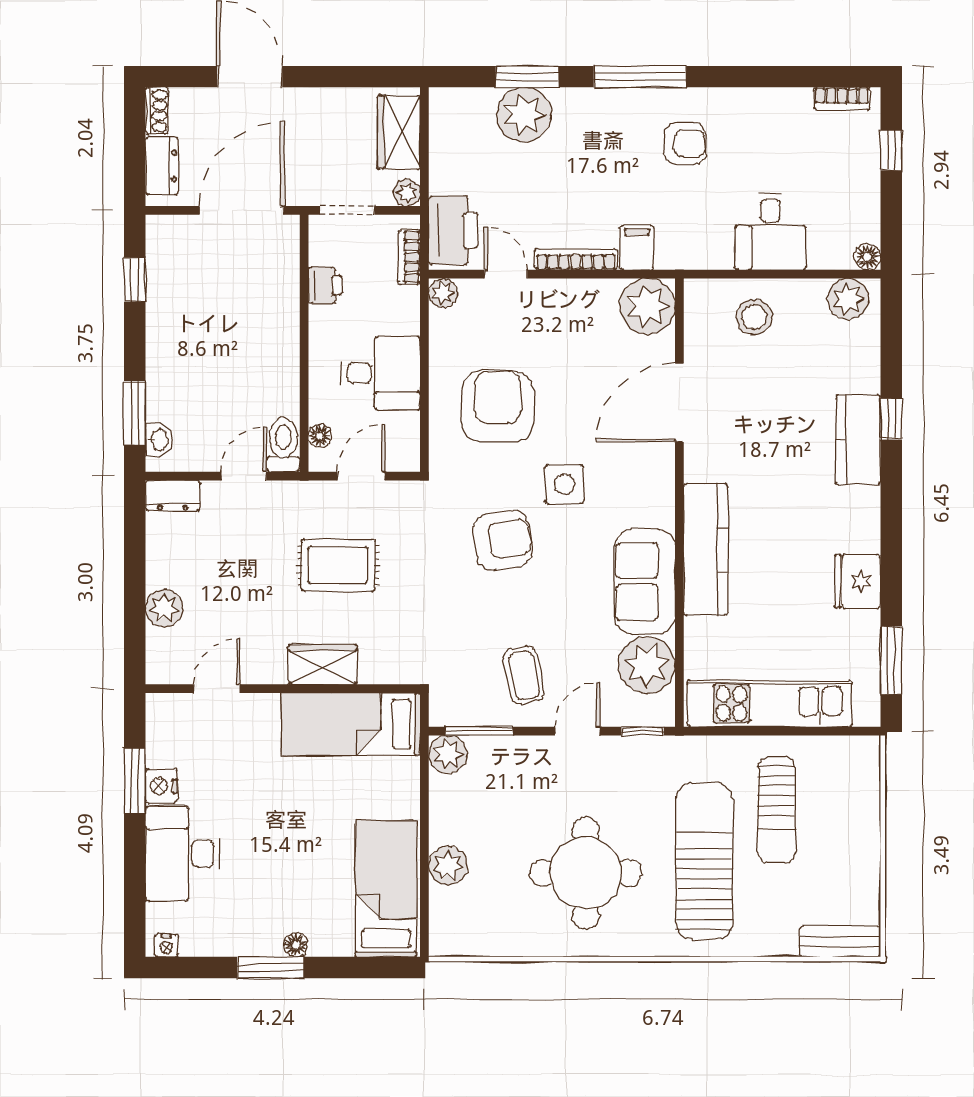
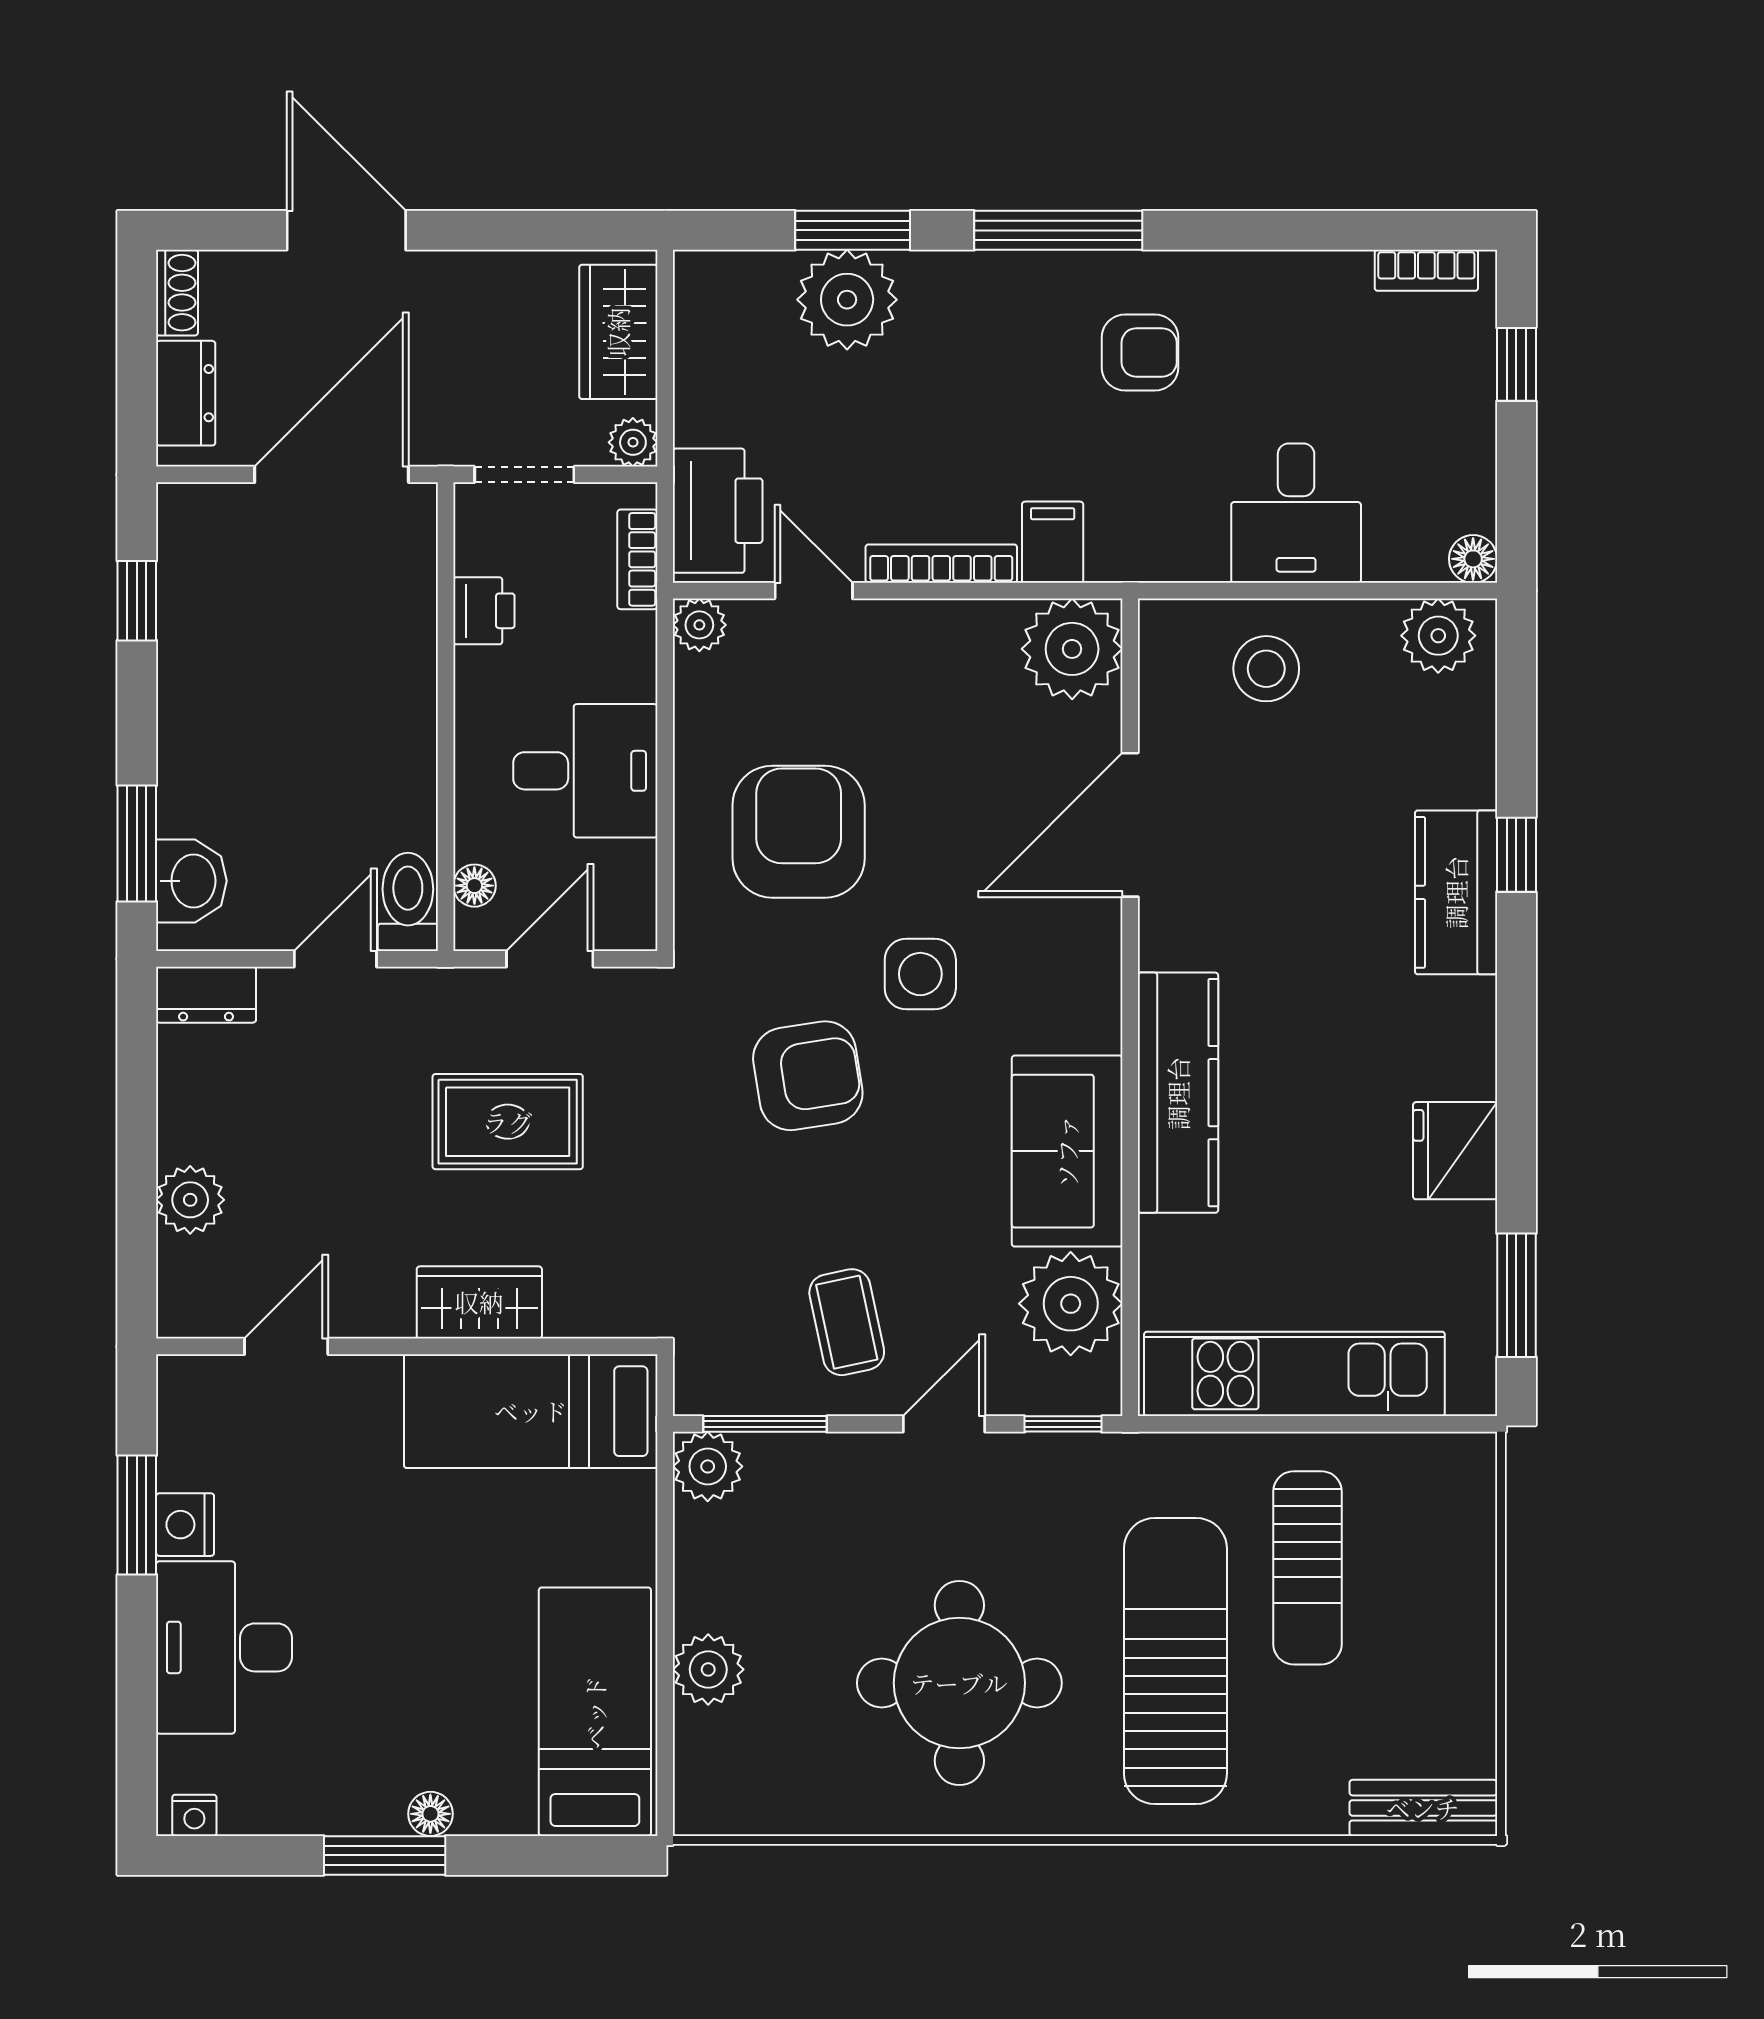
washbasin: (159, 440) -> (191, 881), width x1.38, depth x1.45

